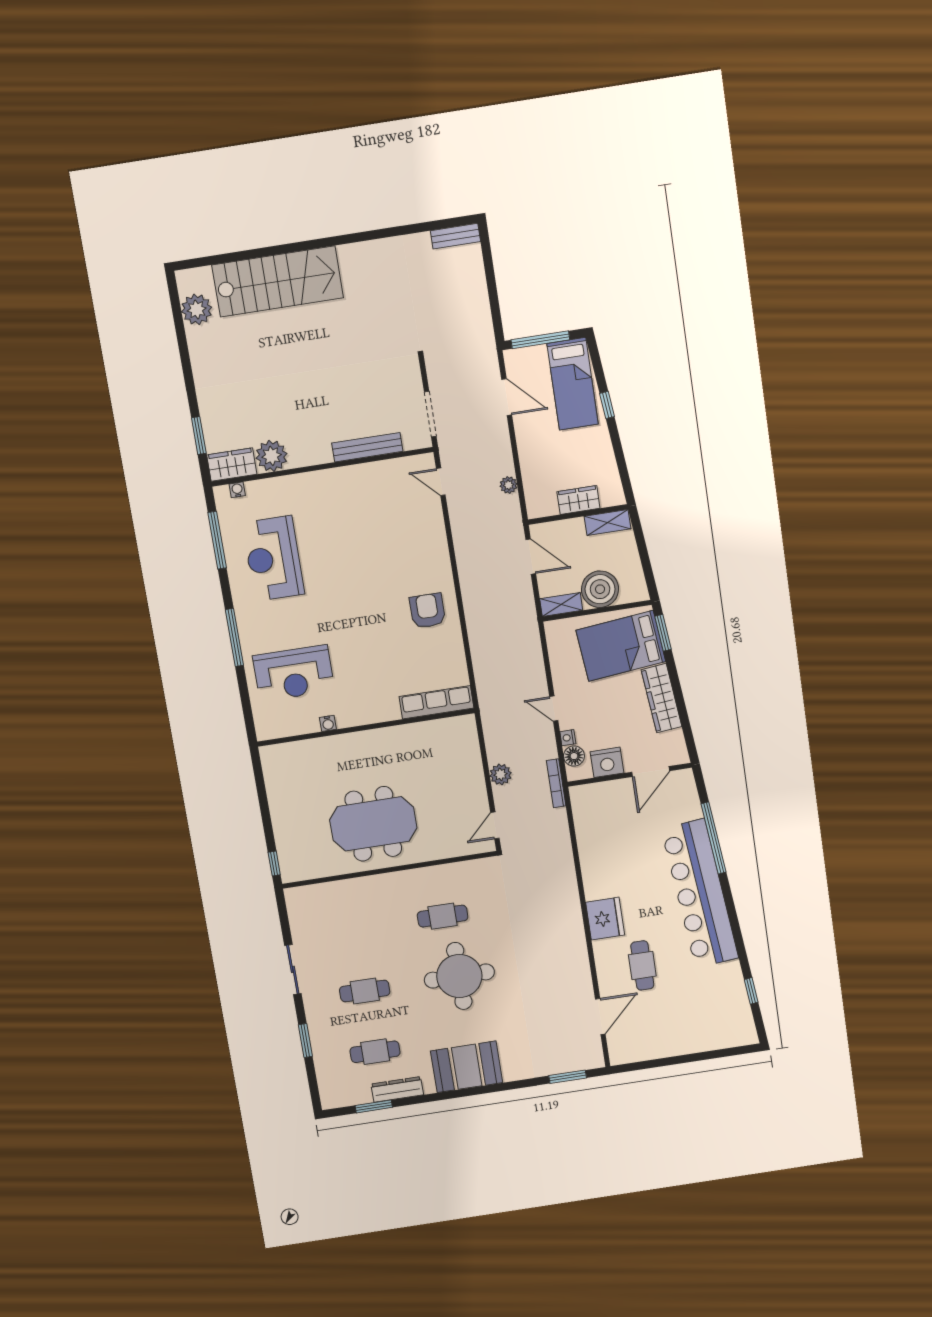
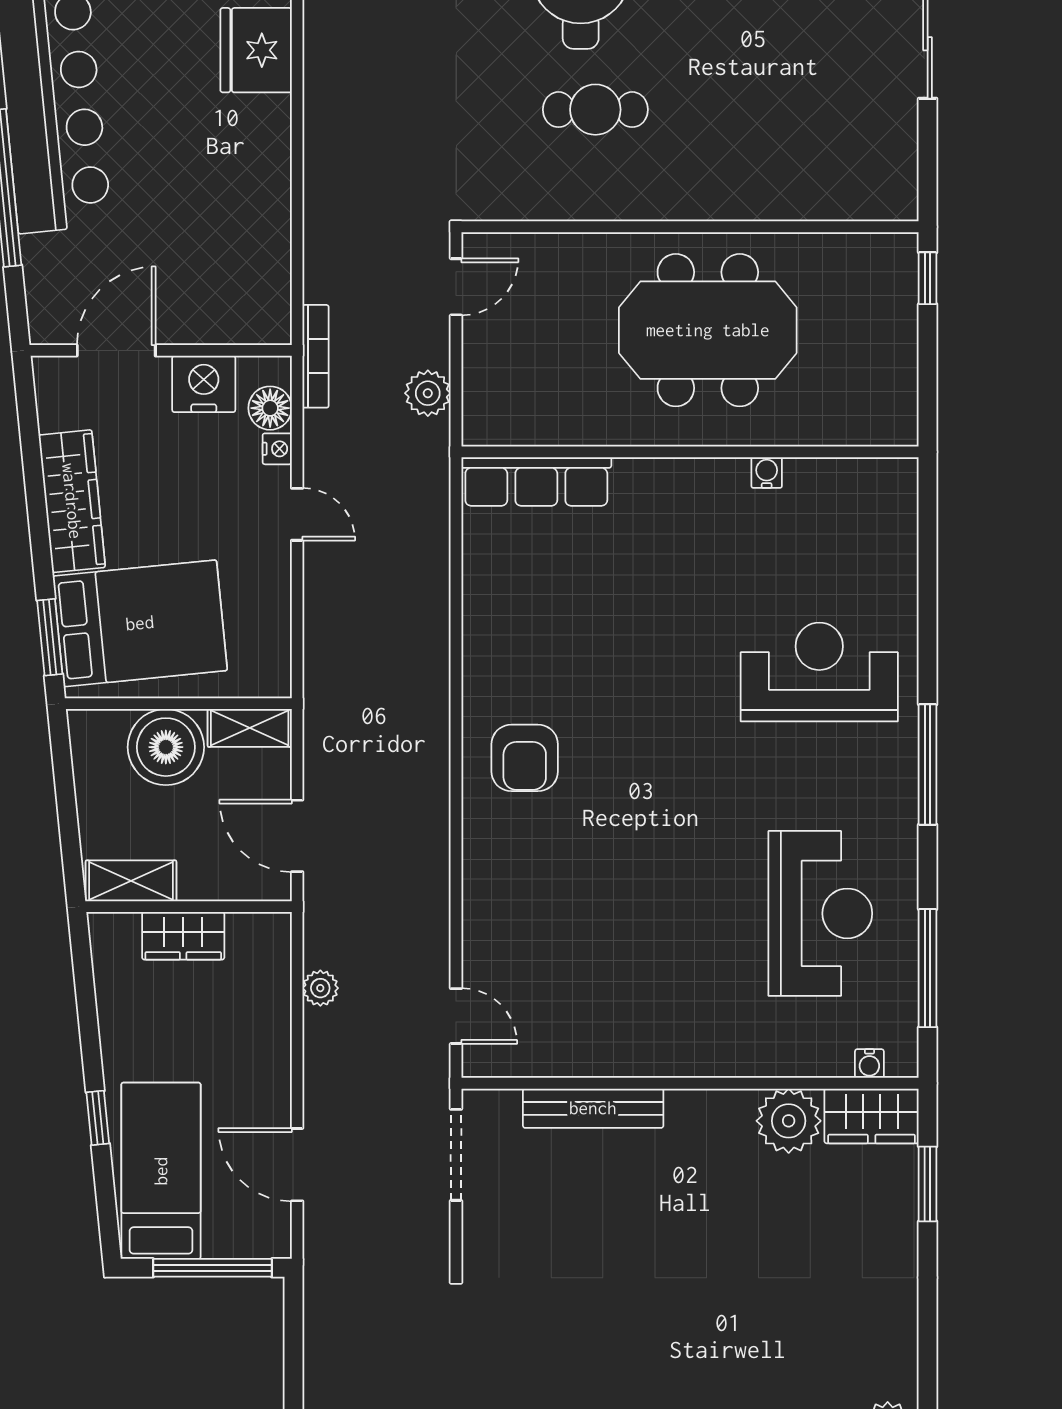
row of seats: (436, 702) -> (536, 481), moved
water cooler: (328, 723) -> (767, 473), moved
wall: (366, 727) -> (690, 452), moved

